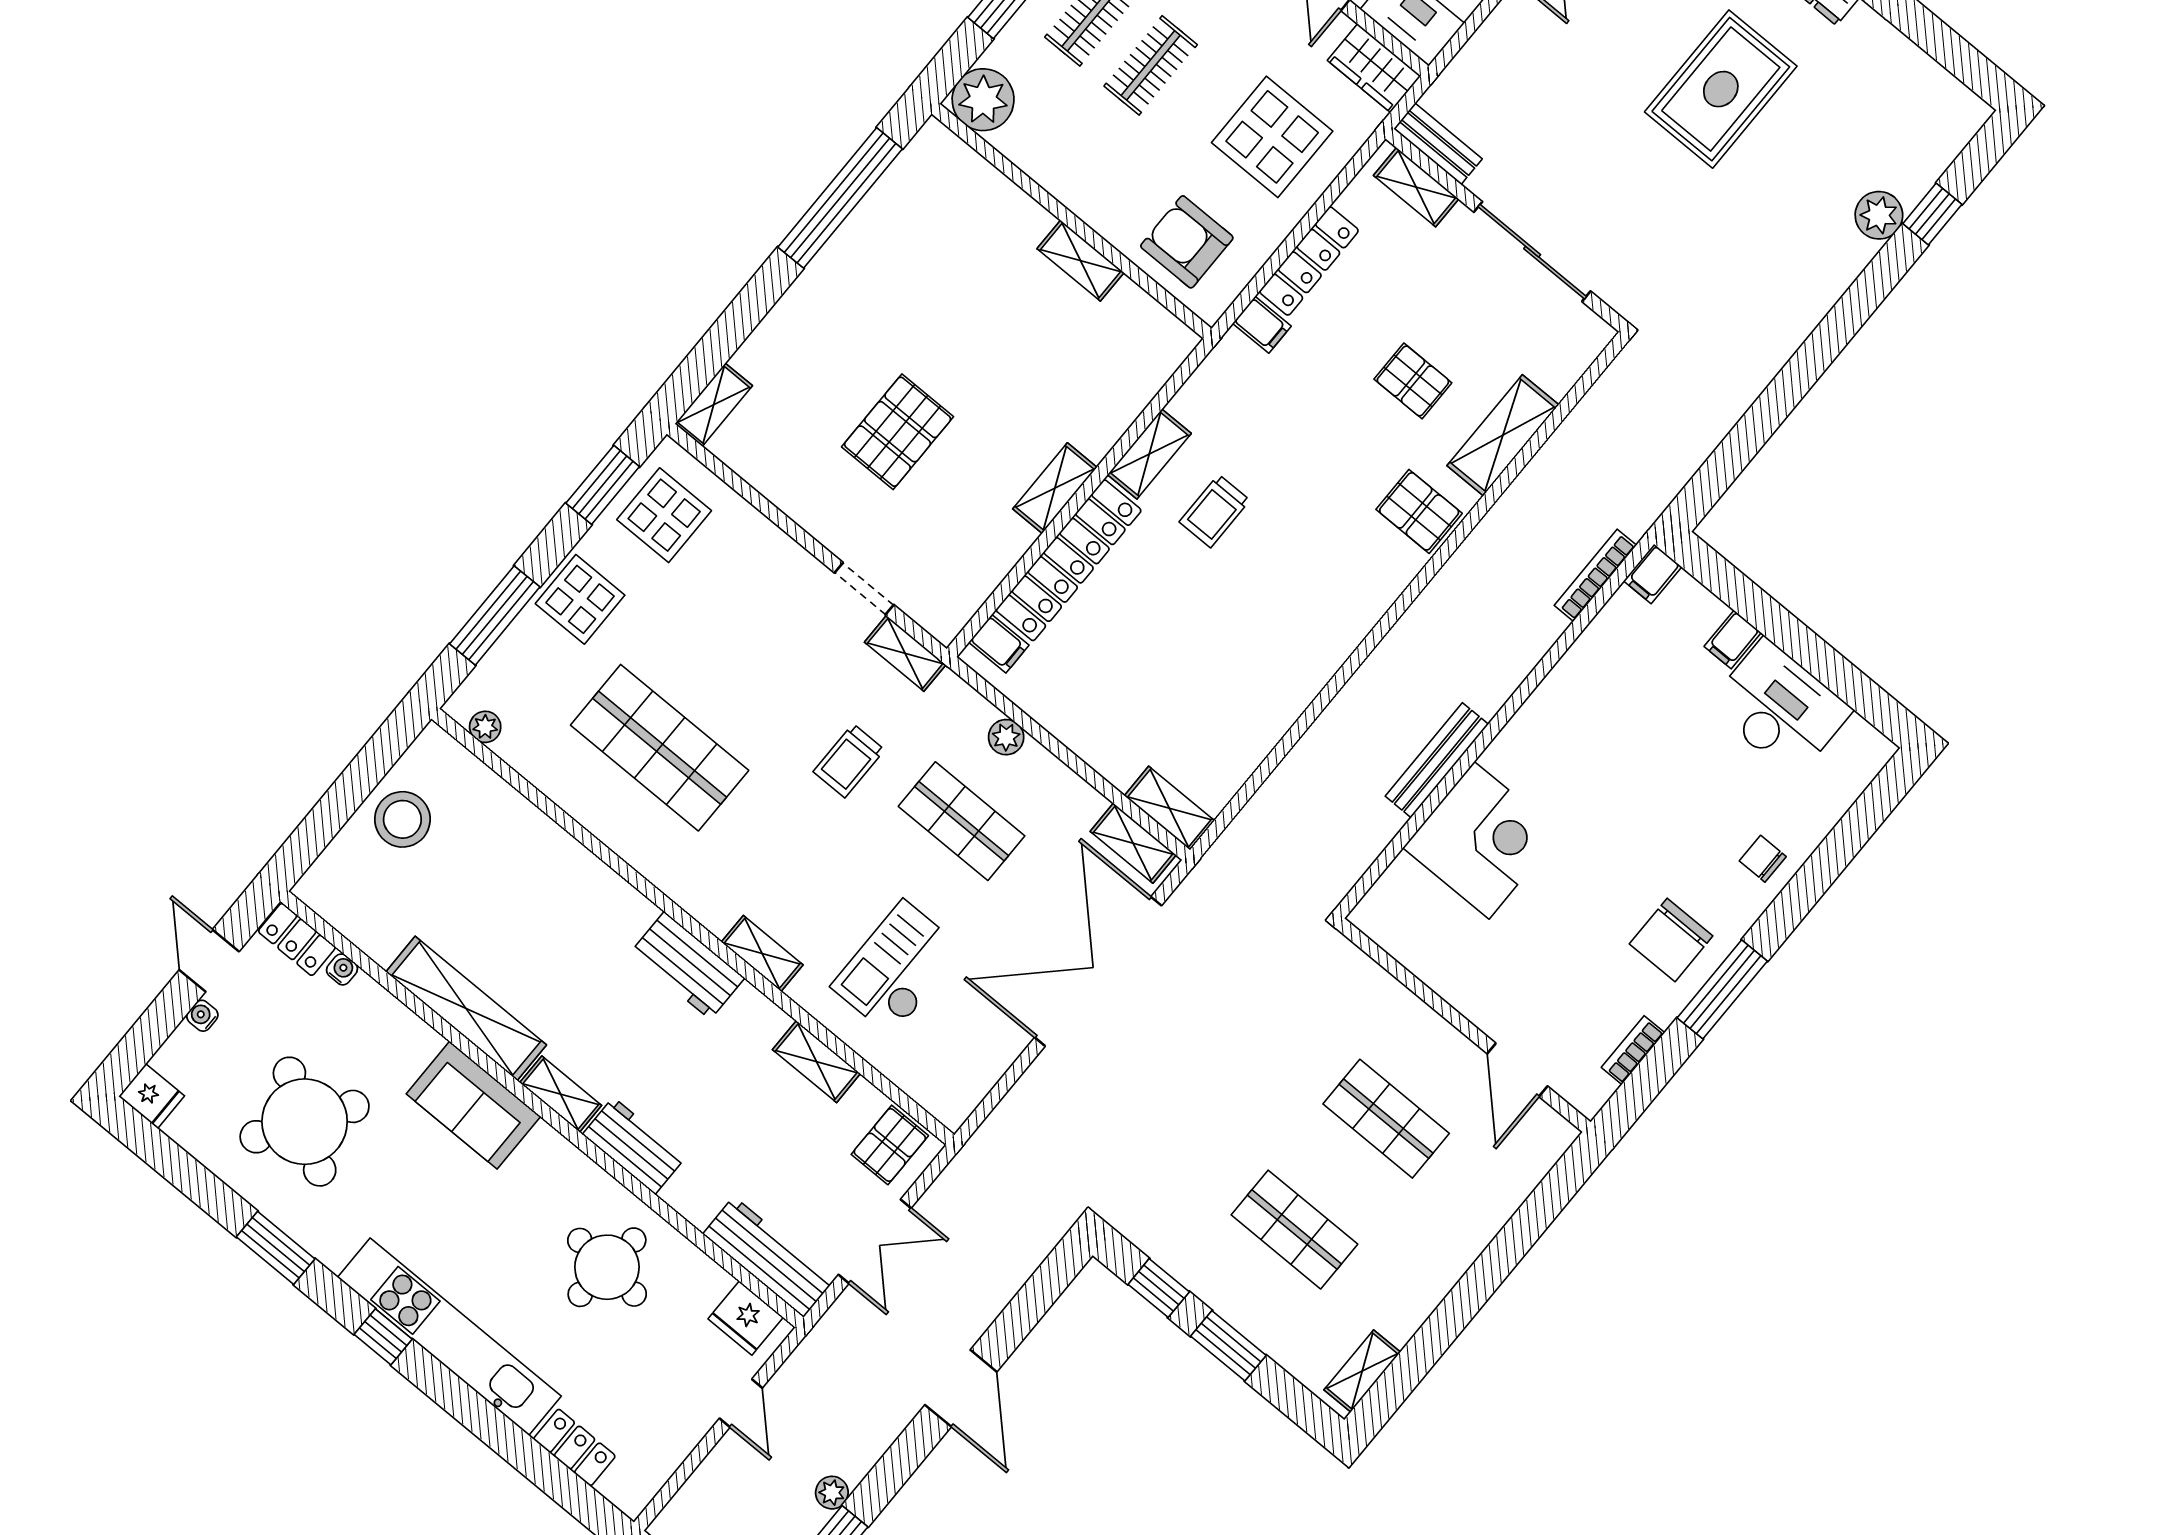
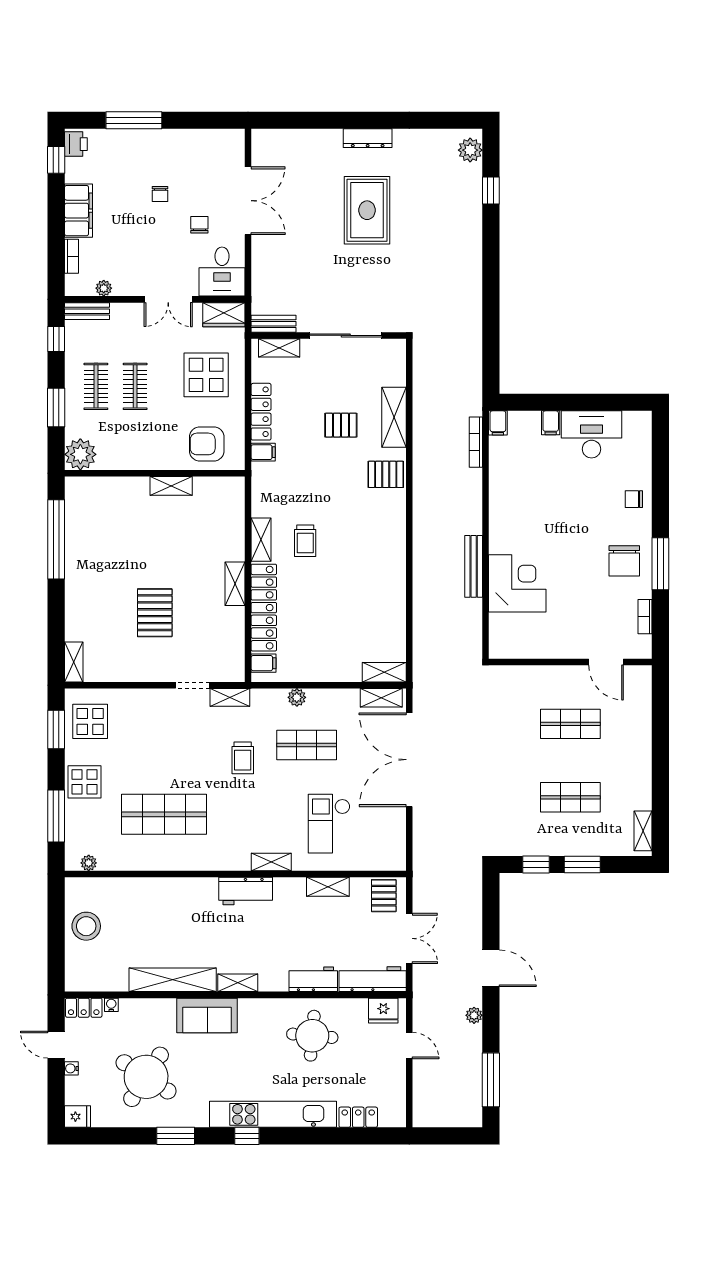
plant: (1879, 215) -> (470, 150), moved
workbench: (634, 1146) -> (313, 979), moved
plant: (832, 1493) -> (474, 1015), moved

